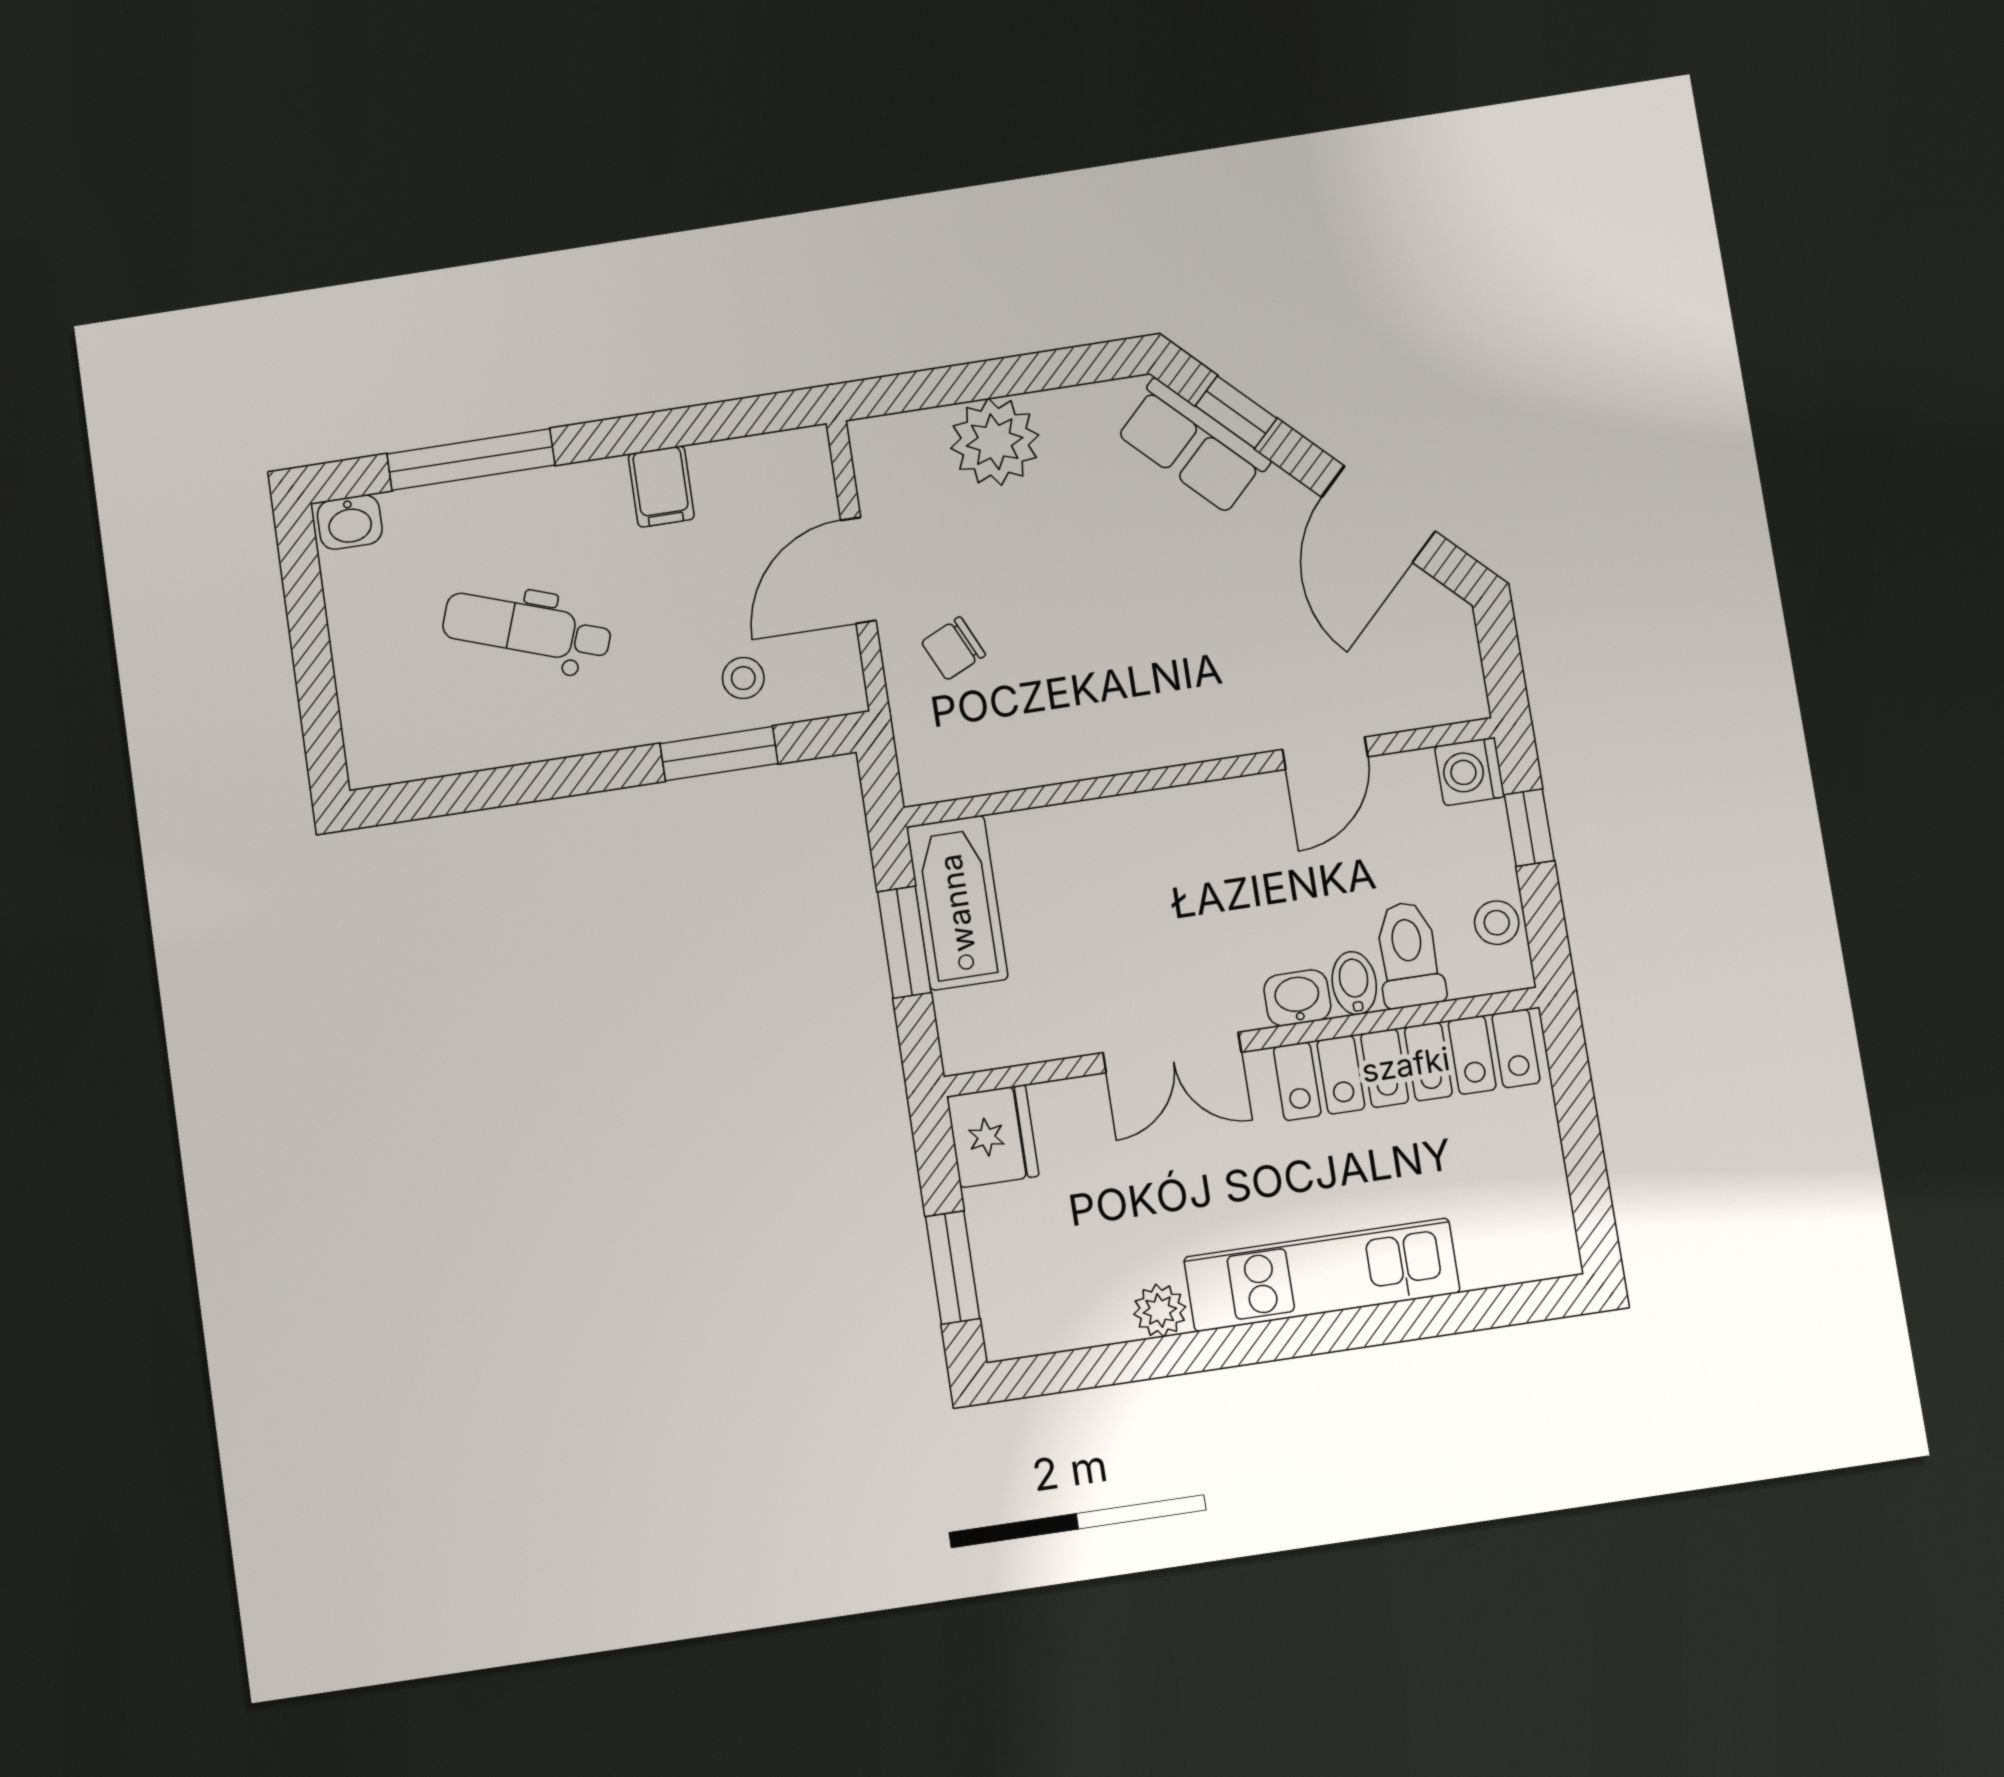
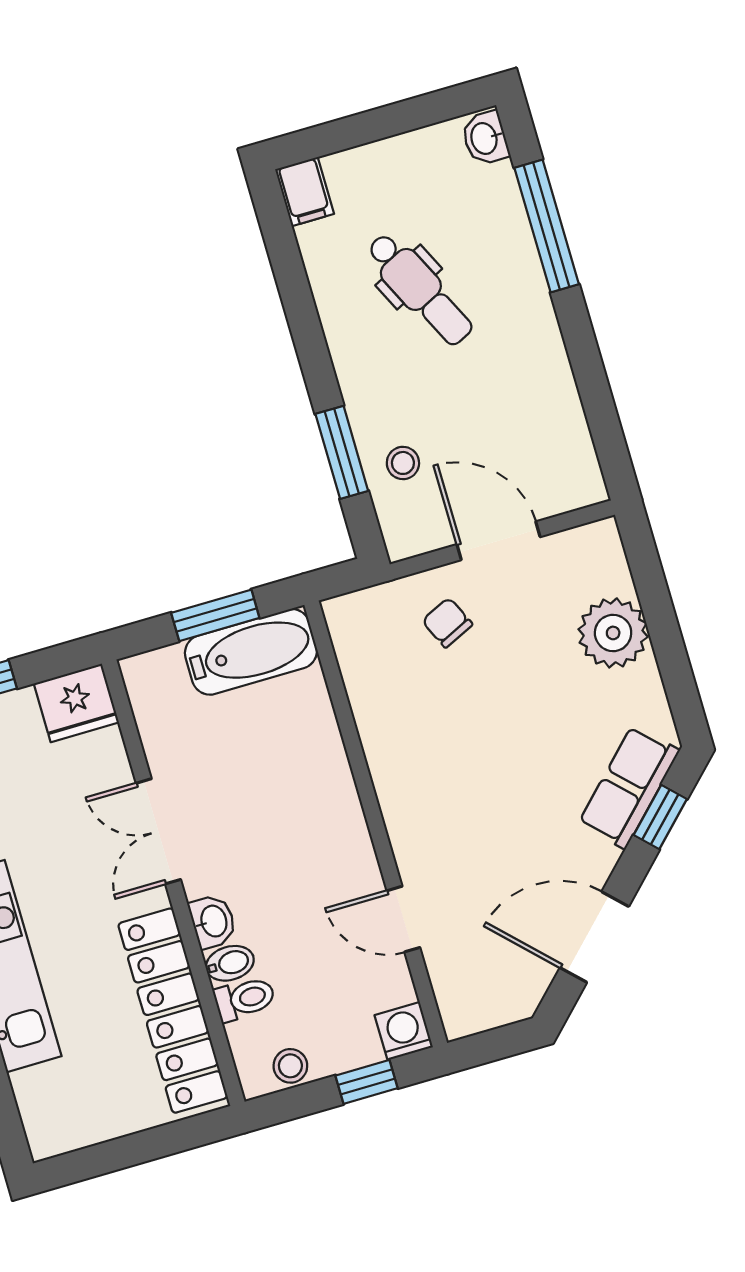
filing cabinet: (661, 486) -> (305, 192), moved, turned -90
dental chair: (527, 628) -> (420, 289), turned 135
toilet: (1409, 955) -> (245, 999), width x0.73, depth x0.72

